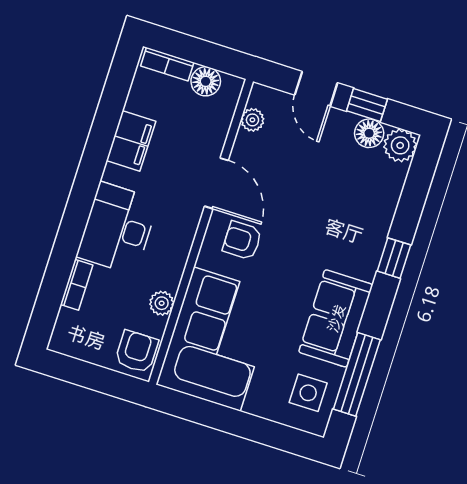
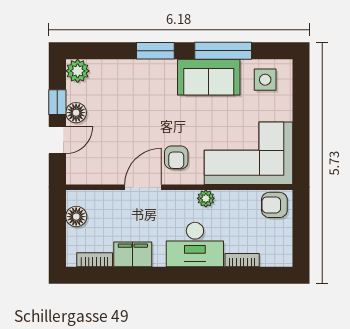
bookcase: (167, 64) -> (95, 260), moved, turned -90
plant: (252, 120) -> (92, 177), removed
floor lamp: (369, 133) -> (76, 113), moved
window: (394, 258) -> (155, 51), width x1.50
plant: (162, 303) -> (206, 198), moved
window: (357, 374) -> (223, 51), moved

